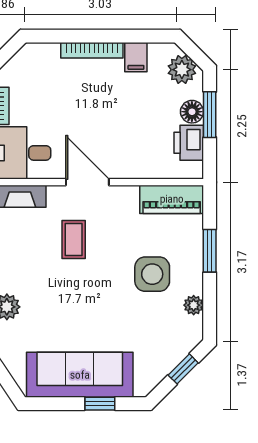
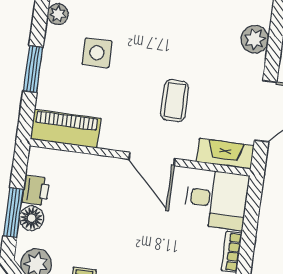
printer: (189, 143) -> (36, 190), width x0.73, depth x0.81
side table: (152, 274) -> (97, 53), width x0.73, depth x0.73

